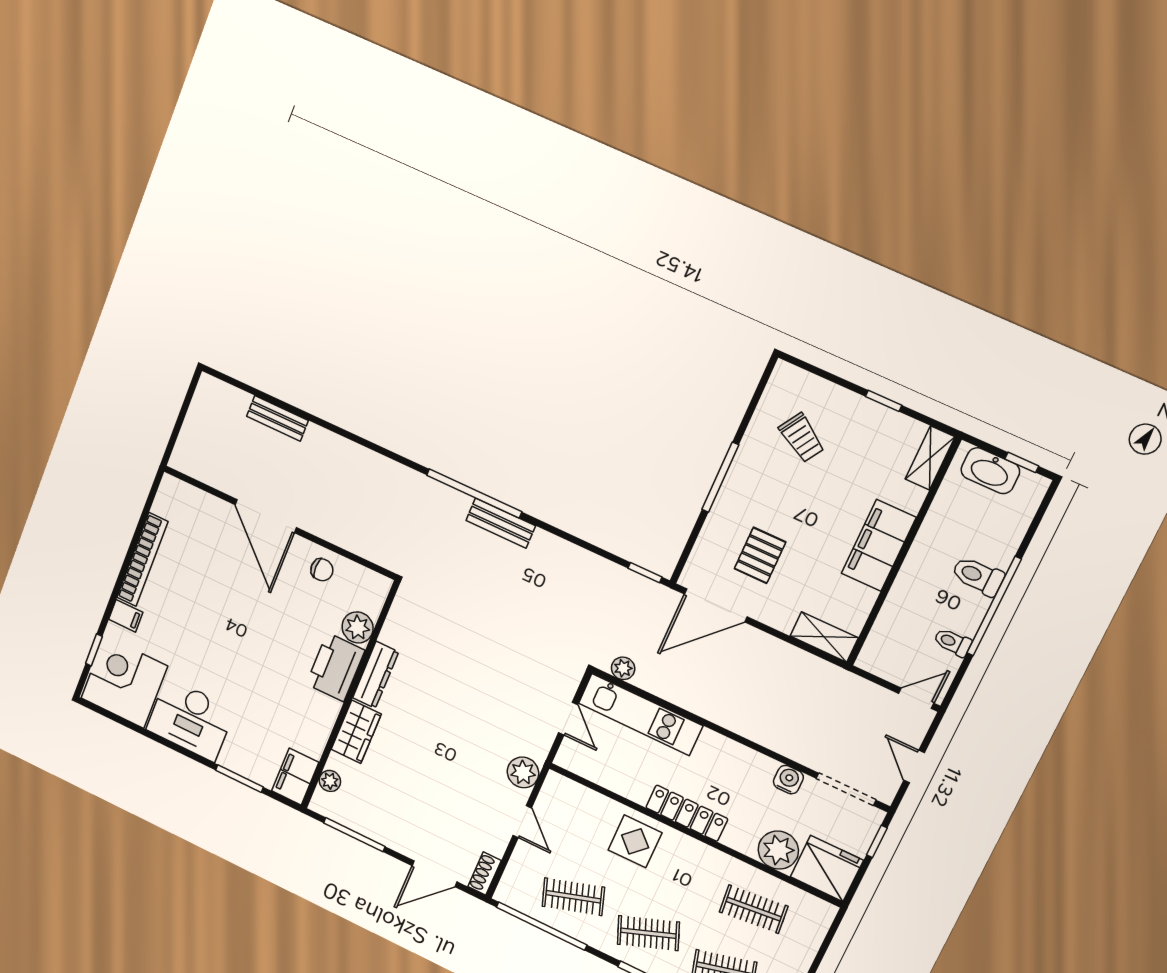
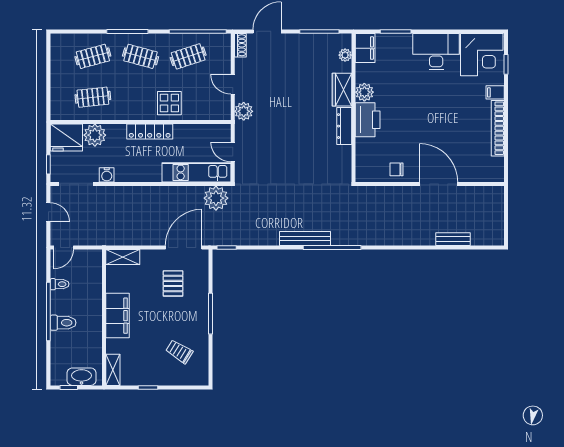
bench: (501, 523) -> (305, 239), width x1.36
plant: (358, 627) -> (364, 92), moved
plant: (623, 668) -> (216, 198), width x1.88, depth x1.88
clothes rail: (648, 933) -> (141, 56), turned 36

